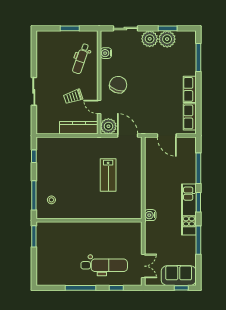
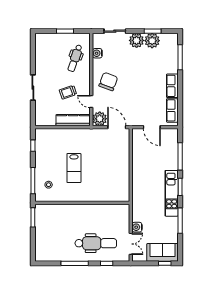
lab bench: (108, 175) -> (74, 168), moved
water cooler: (150, 215) -> (137, 227), moved

